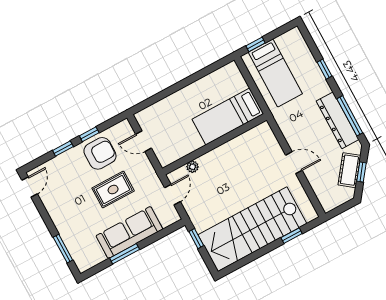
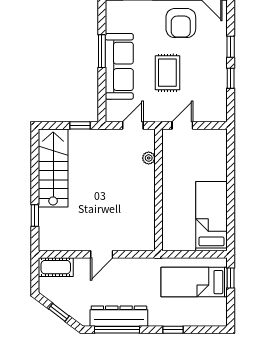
bed: (228, 117) -> (211, 216), moved
door: (144, 141) -> (182, 125), moved
armchair: (100, 153) -> (181, 23), moved
cot: (349, 170) -> (56, 267), moved, turned -37
door: (172, 195) -> (133, 125), swing flipped
stairs: (252, 229) -> (53, 168), width x0.73, depth x0.66

